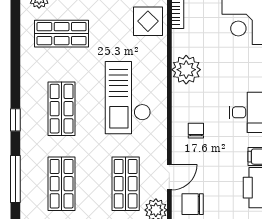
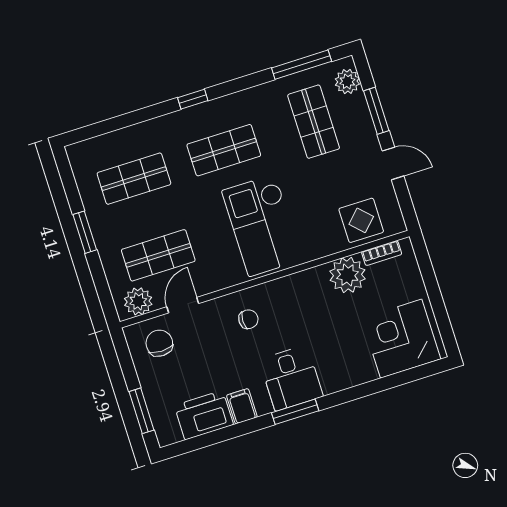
plant: (186, 70) -> (348, 275), moved
checkout: (128, 98) -> (262, 225), turned -90
door: (169, 177) -> (183, 305), swing flipped
window: (15, 179) -> (302, 65), moved

